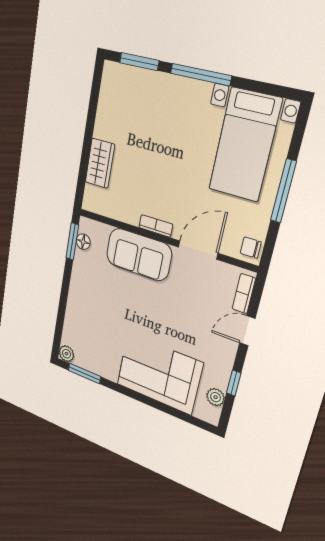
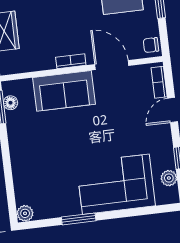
door: (198, 250) -> (112, 65), hinge flipped
window: (84, 373) -> (79, 219), moved

